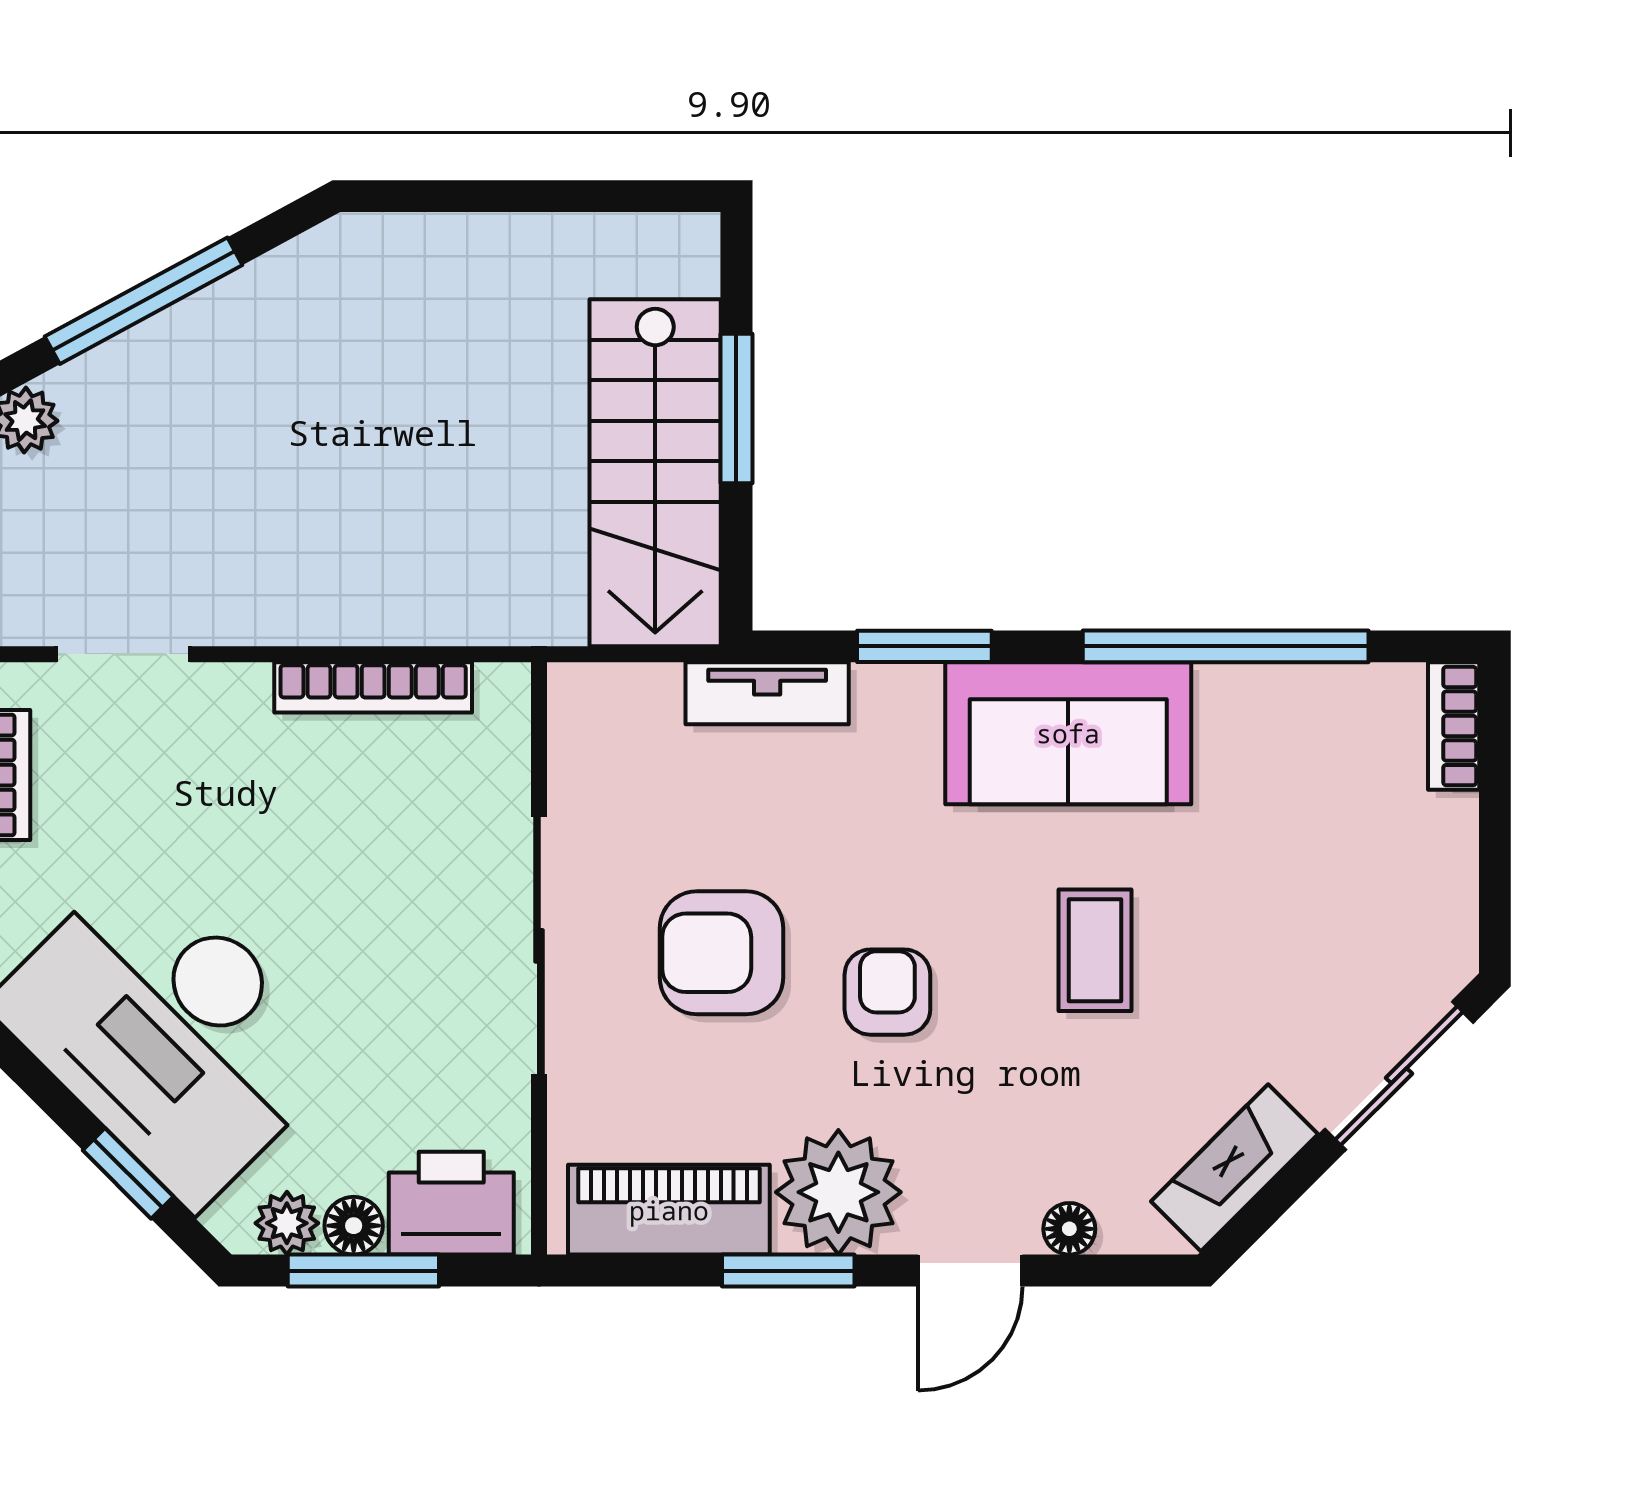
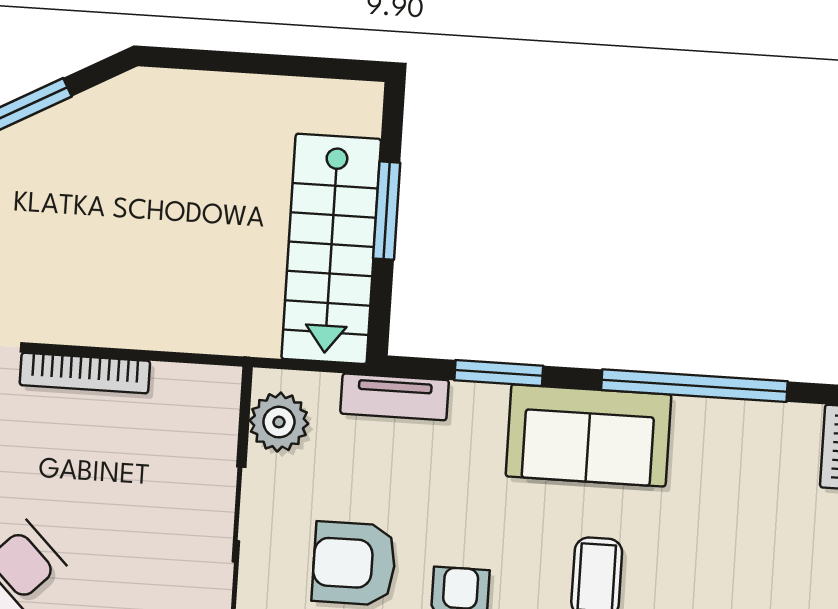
bookcase: (373, 687) -> (85, 373), moved
plant: (592, 743) -> (279, 422), added

